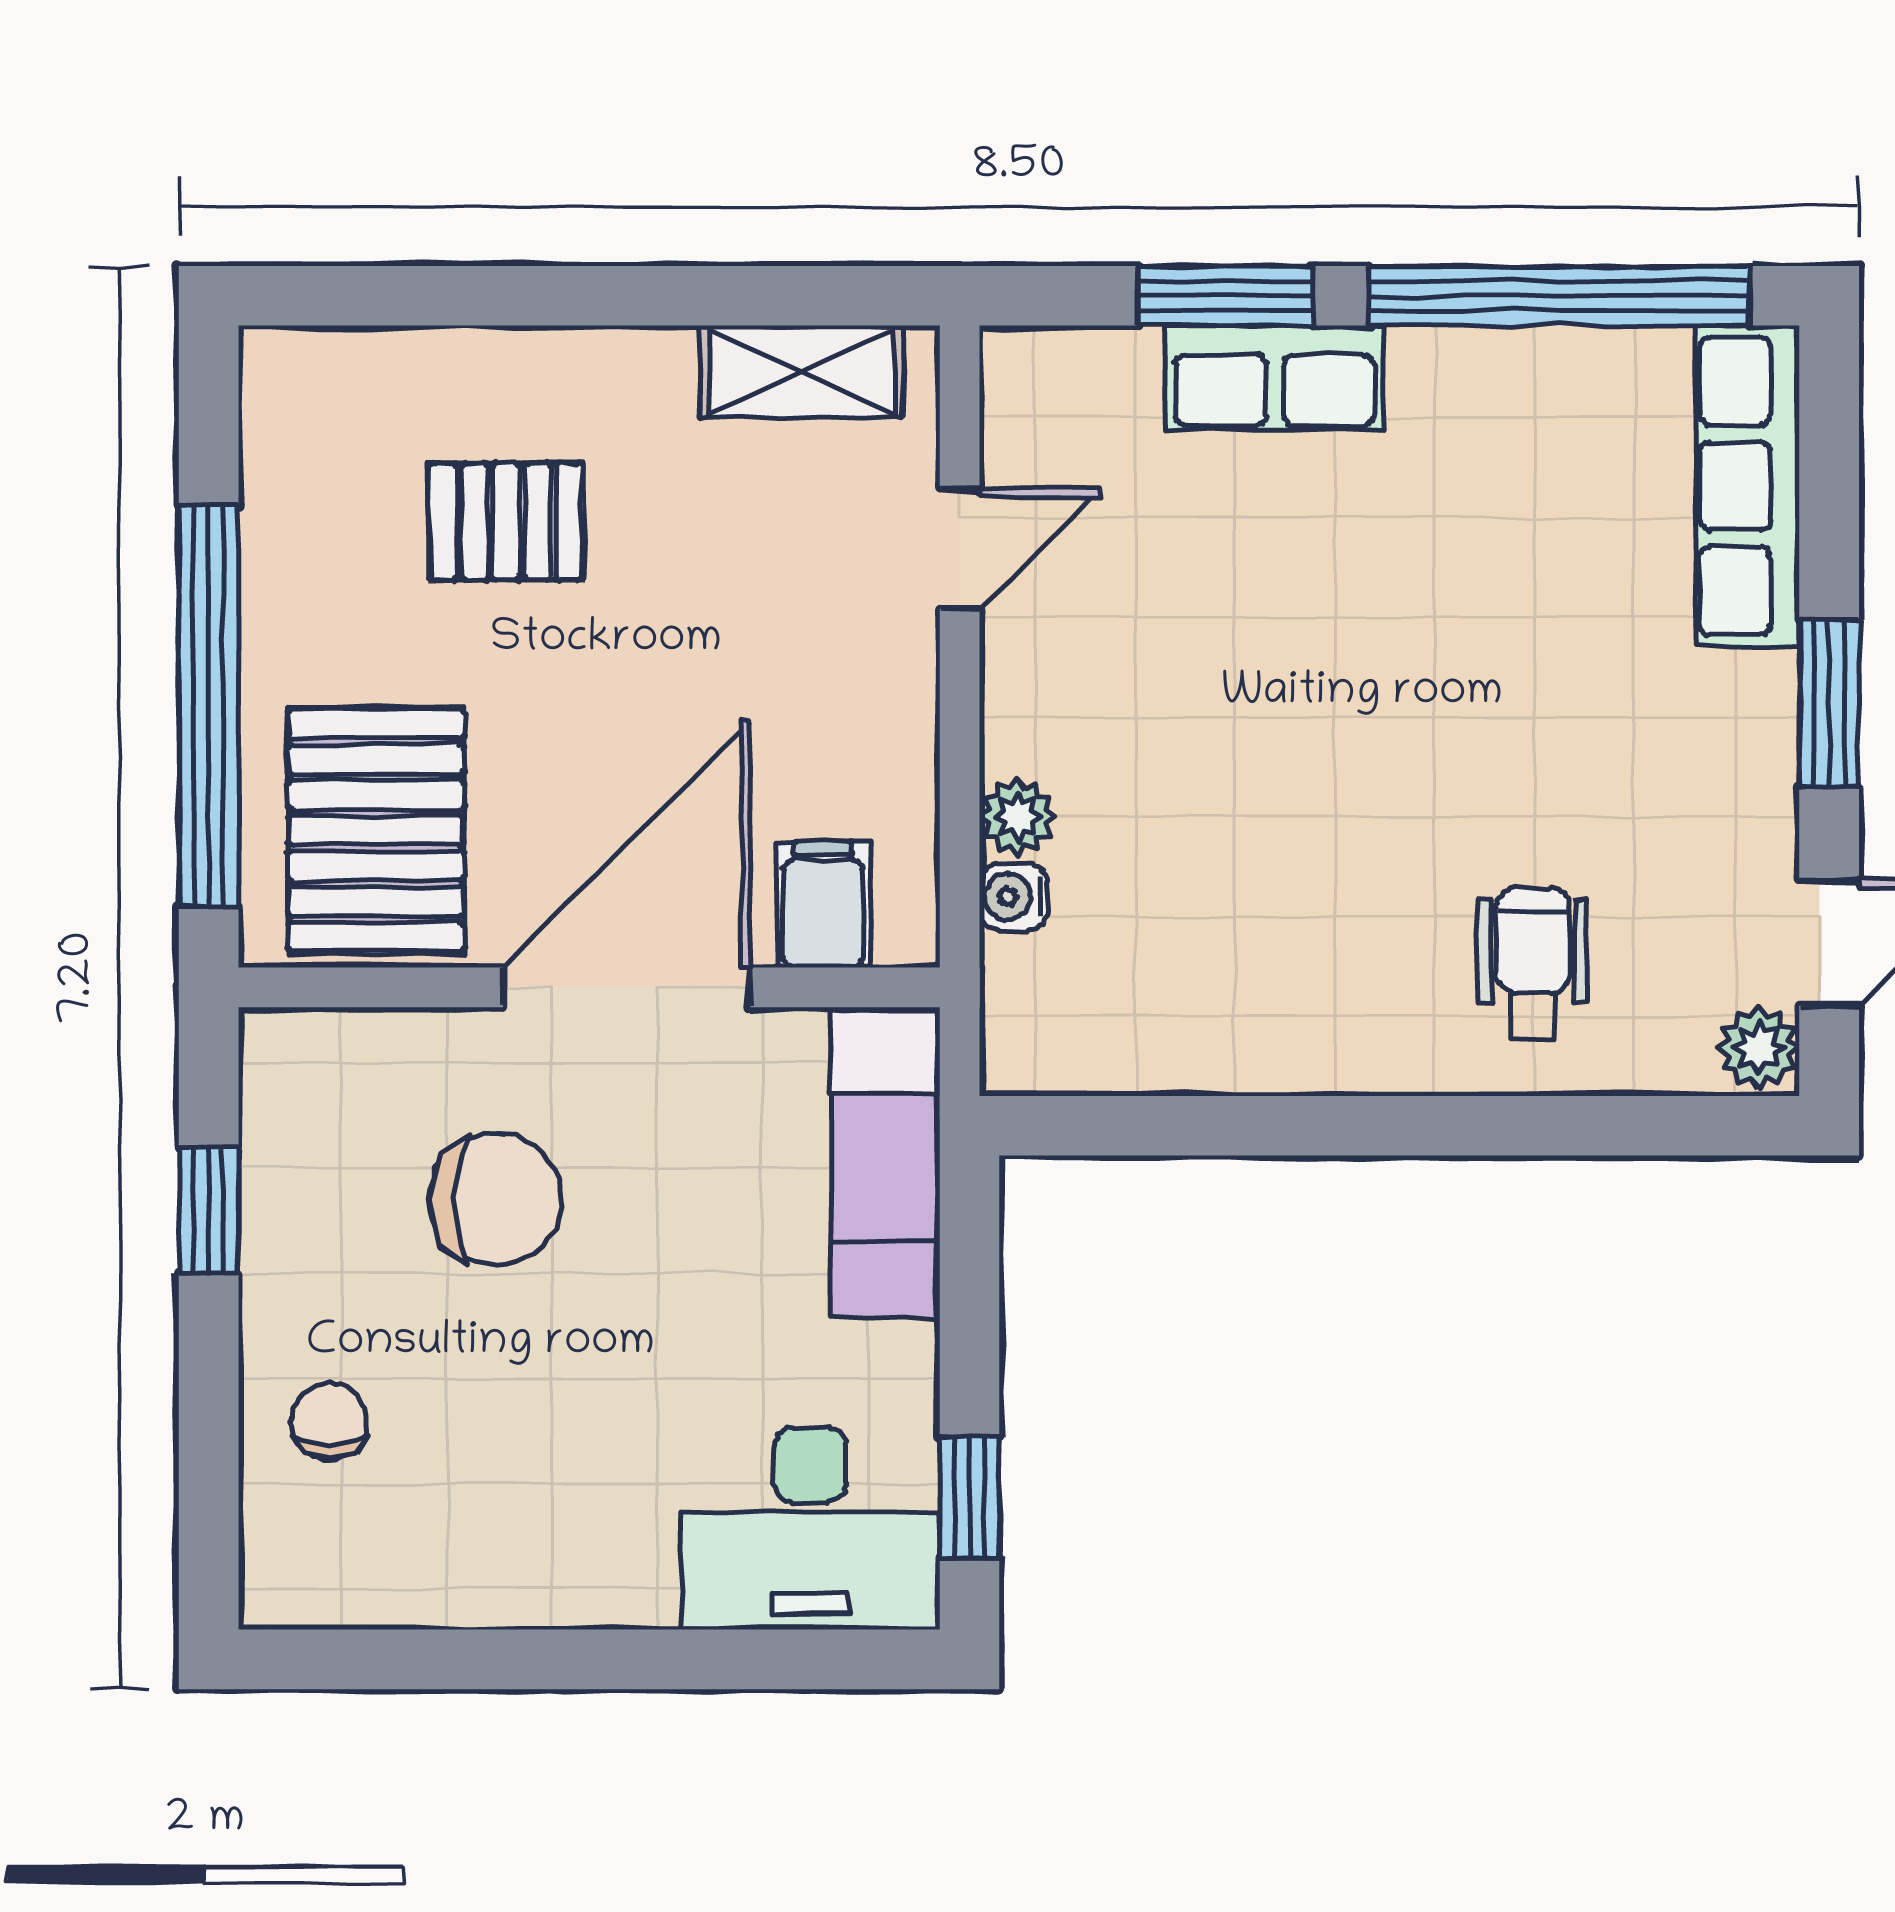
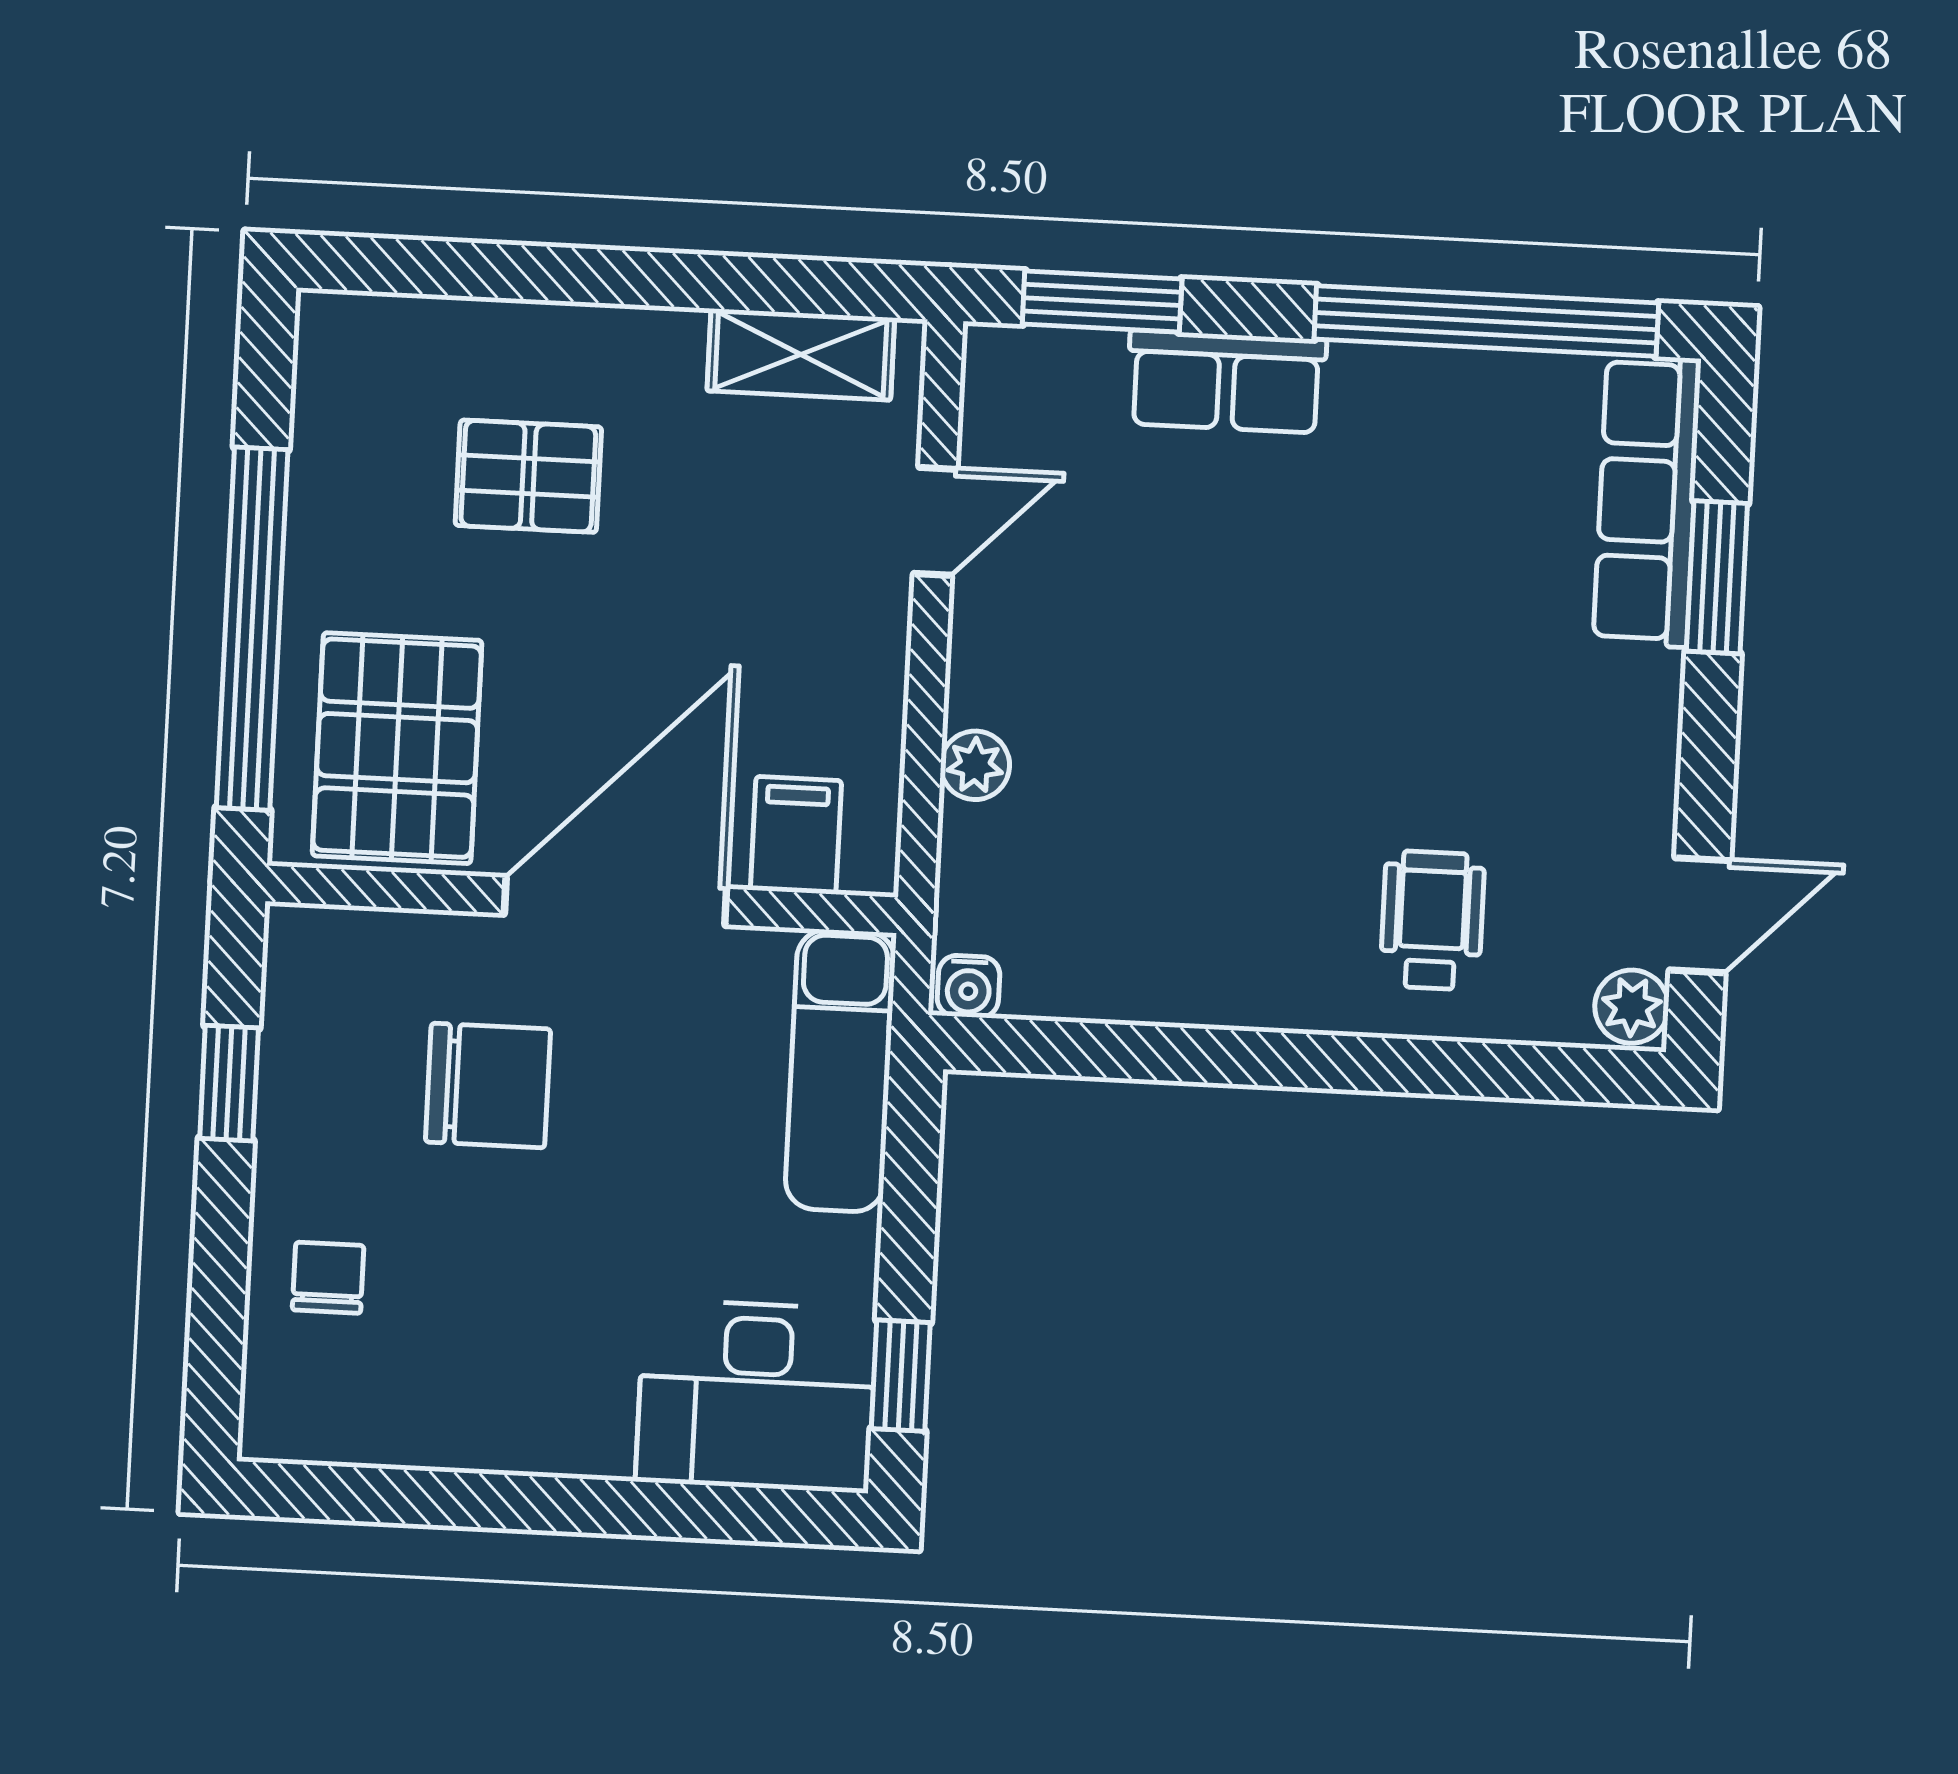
window: (1226, 296) -> (1102, 302), moved
window: (1829, 703) -> (1717, 577), moved
water cooler: (1013, 897) -> (968, 986), moved, turned -90

